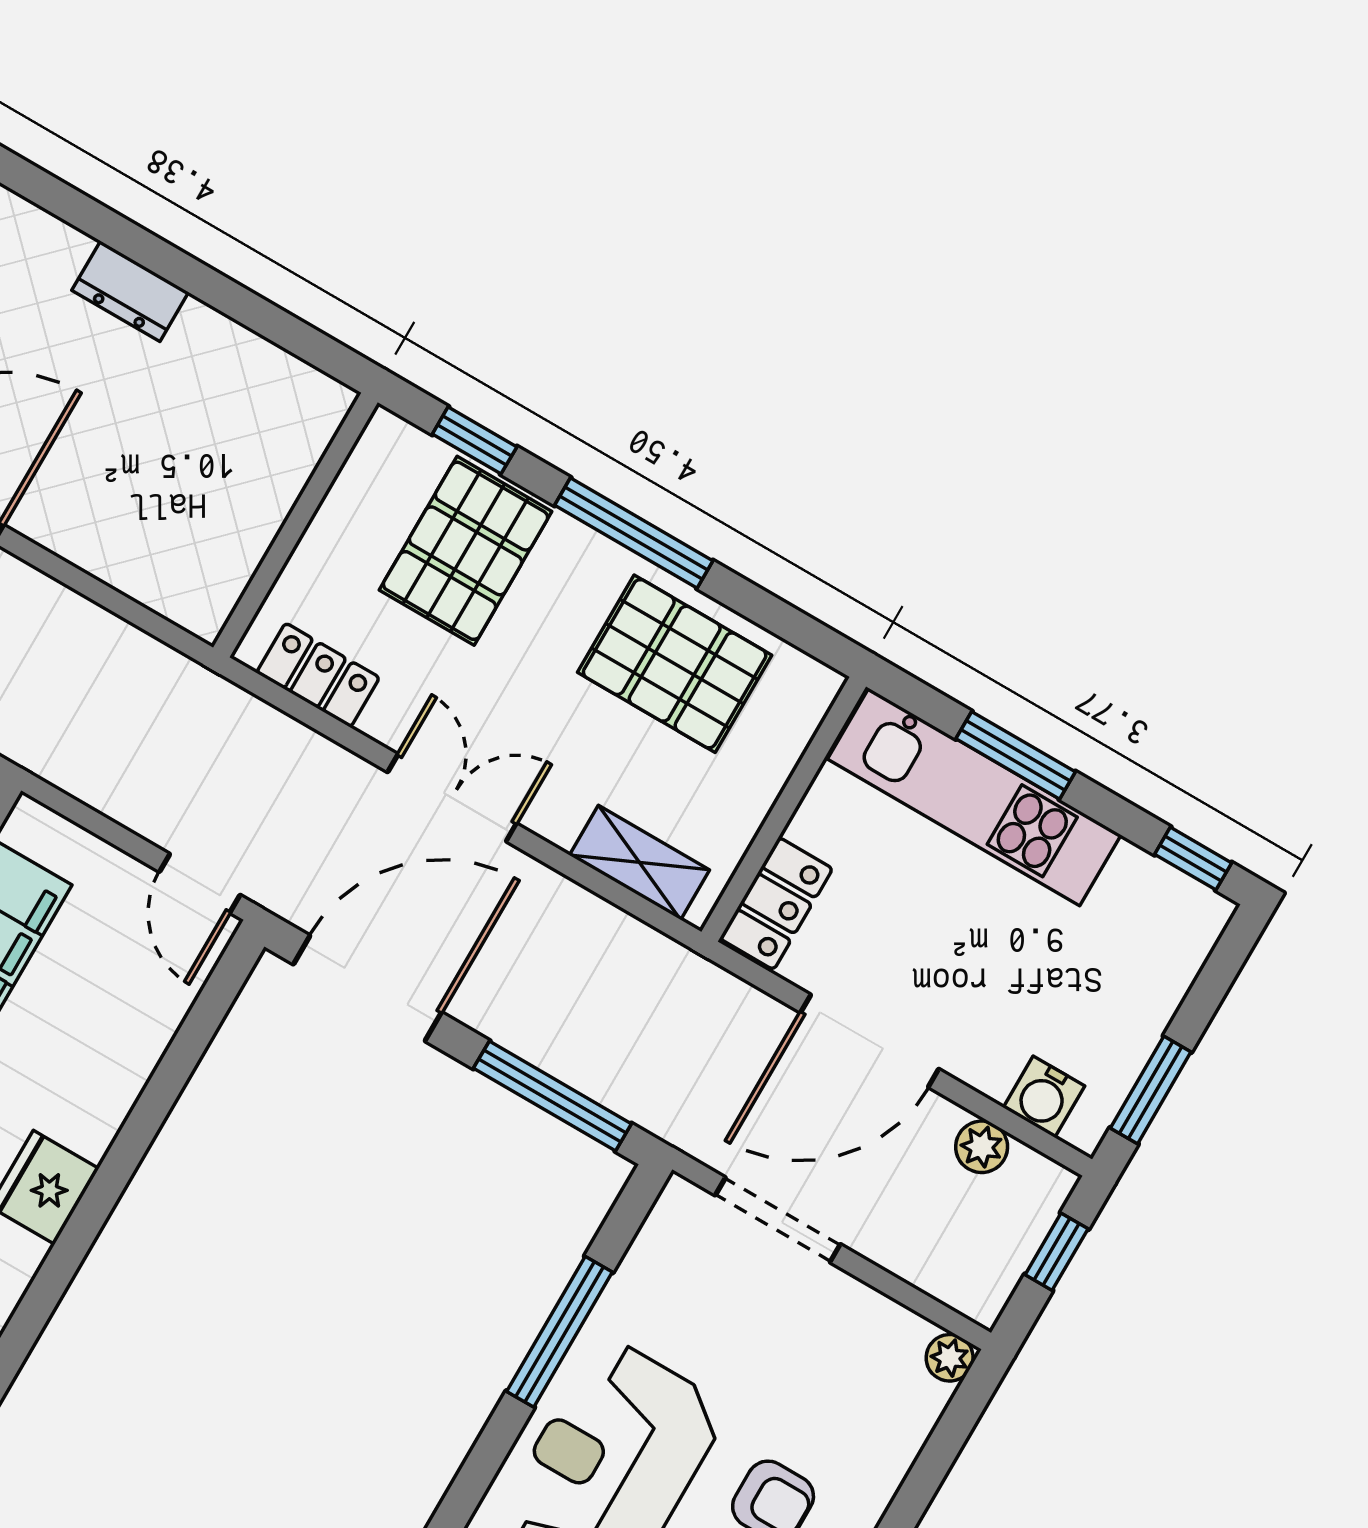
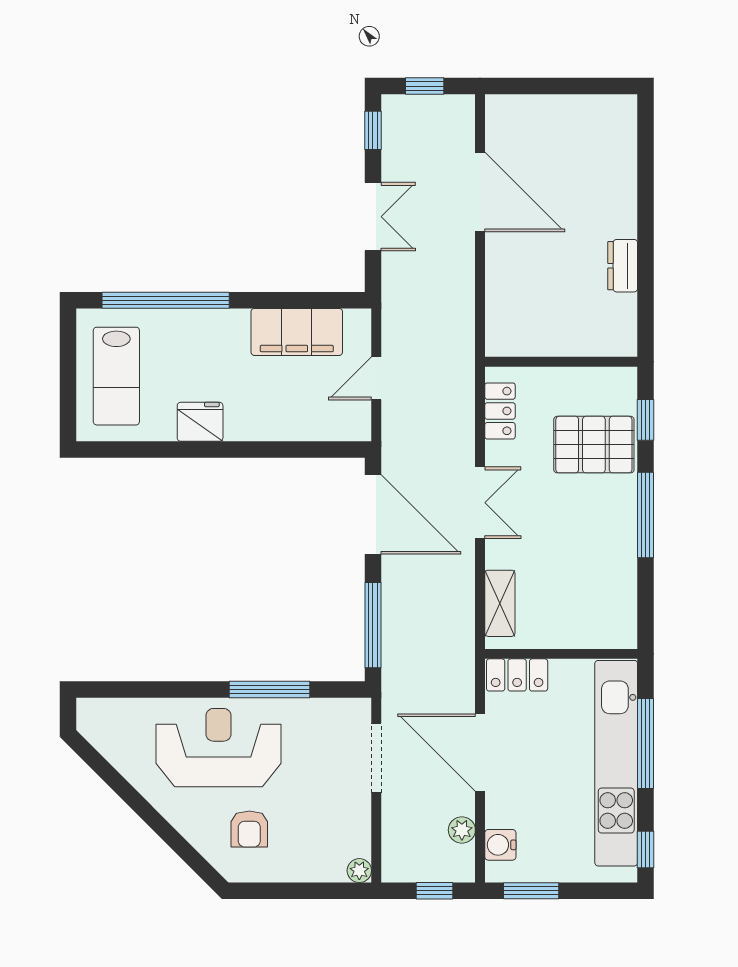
dresser: (130, 291) -> (623, 266), moved
pallet: (675, 664) -> (598, 567), removed
window: (1016, 755) -> (646, 743), width x1.44
kitchen unit: (974, 797) -> (616, 763), width x1.36
door: (200, 883) -> (376, 378), moved

